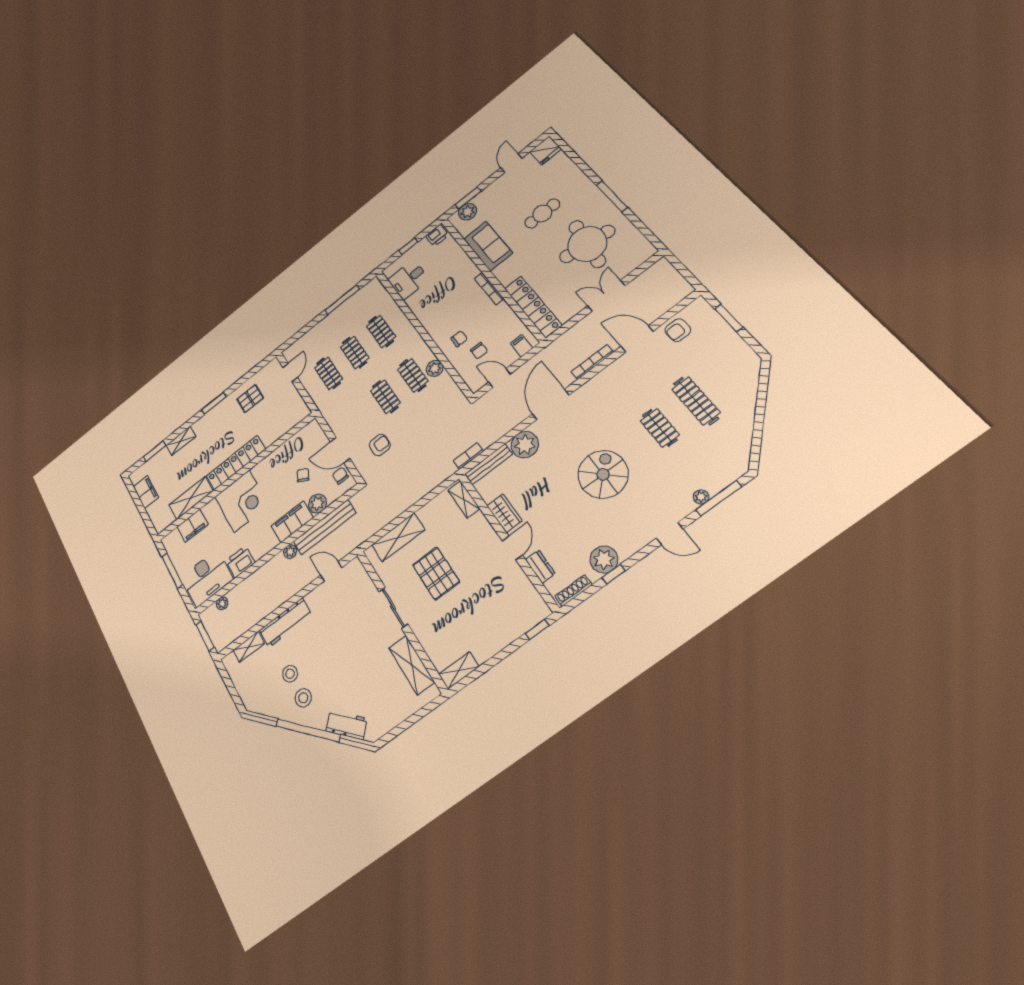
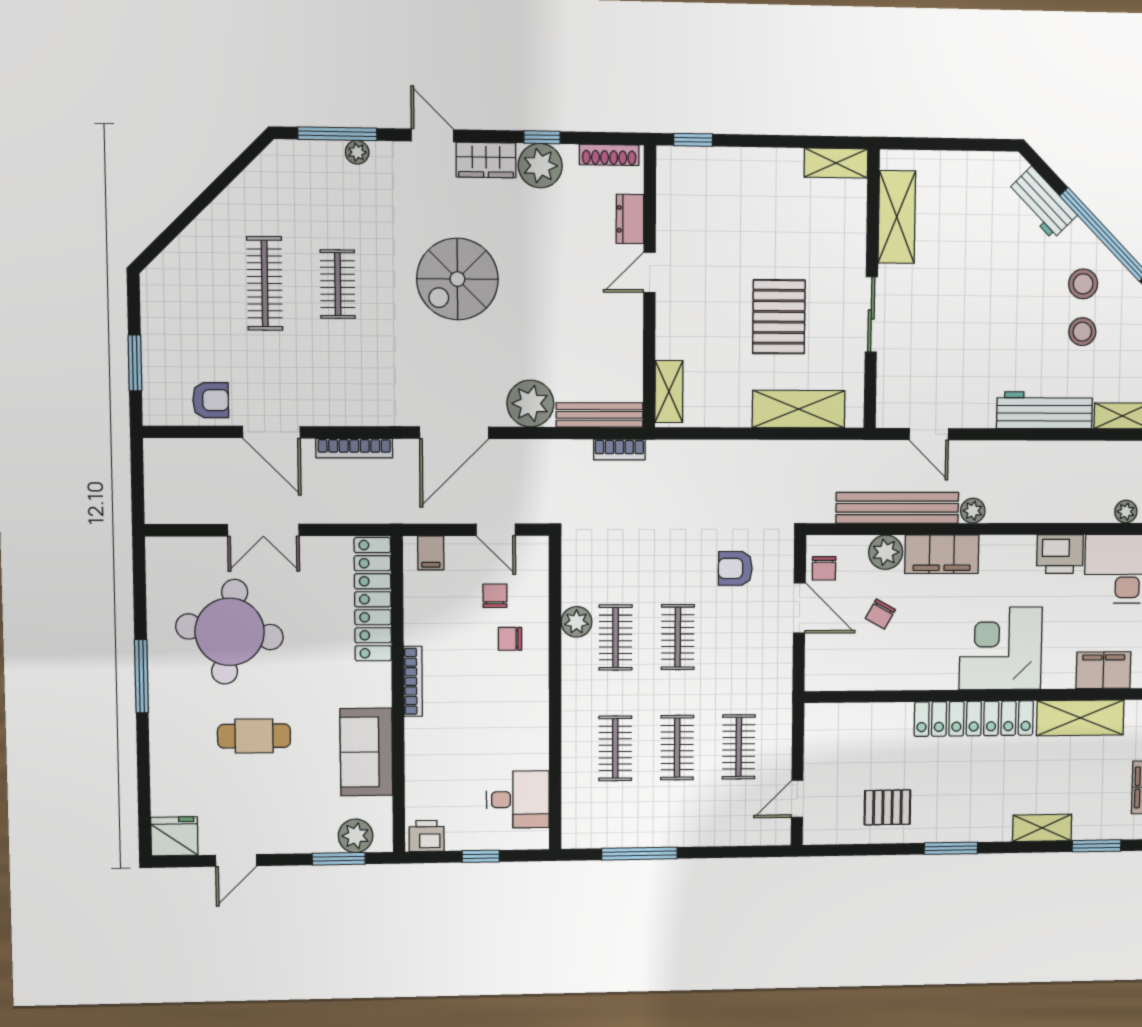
wardrobe: (505, 513) -> (486, 160), moved, turned -90

